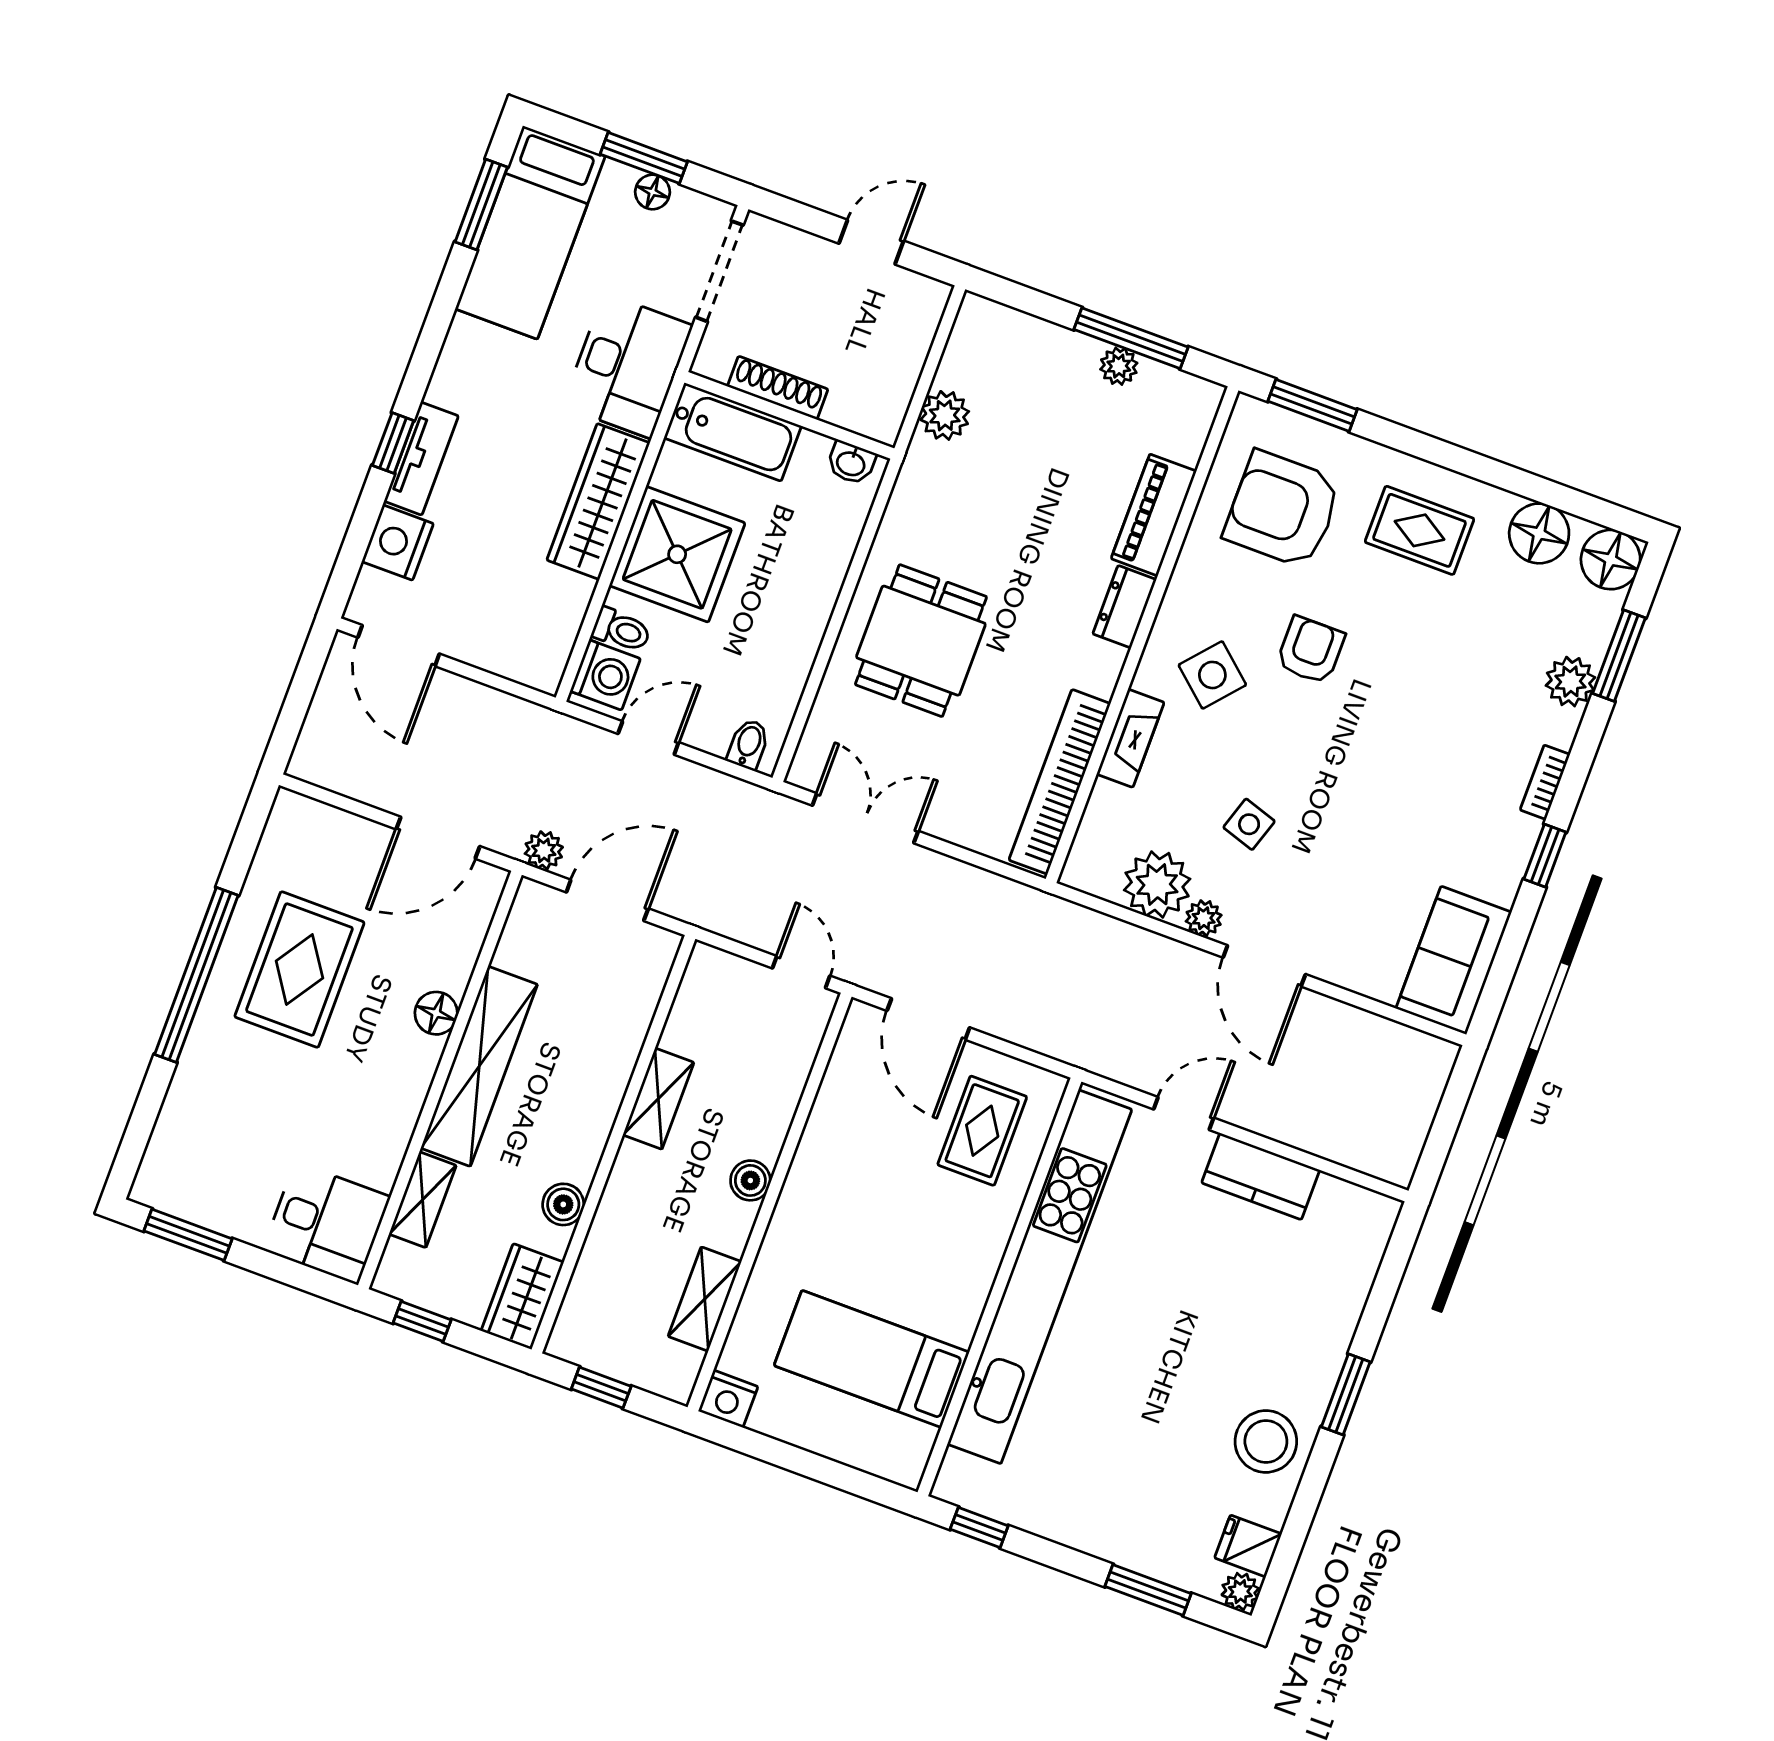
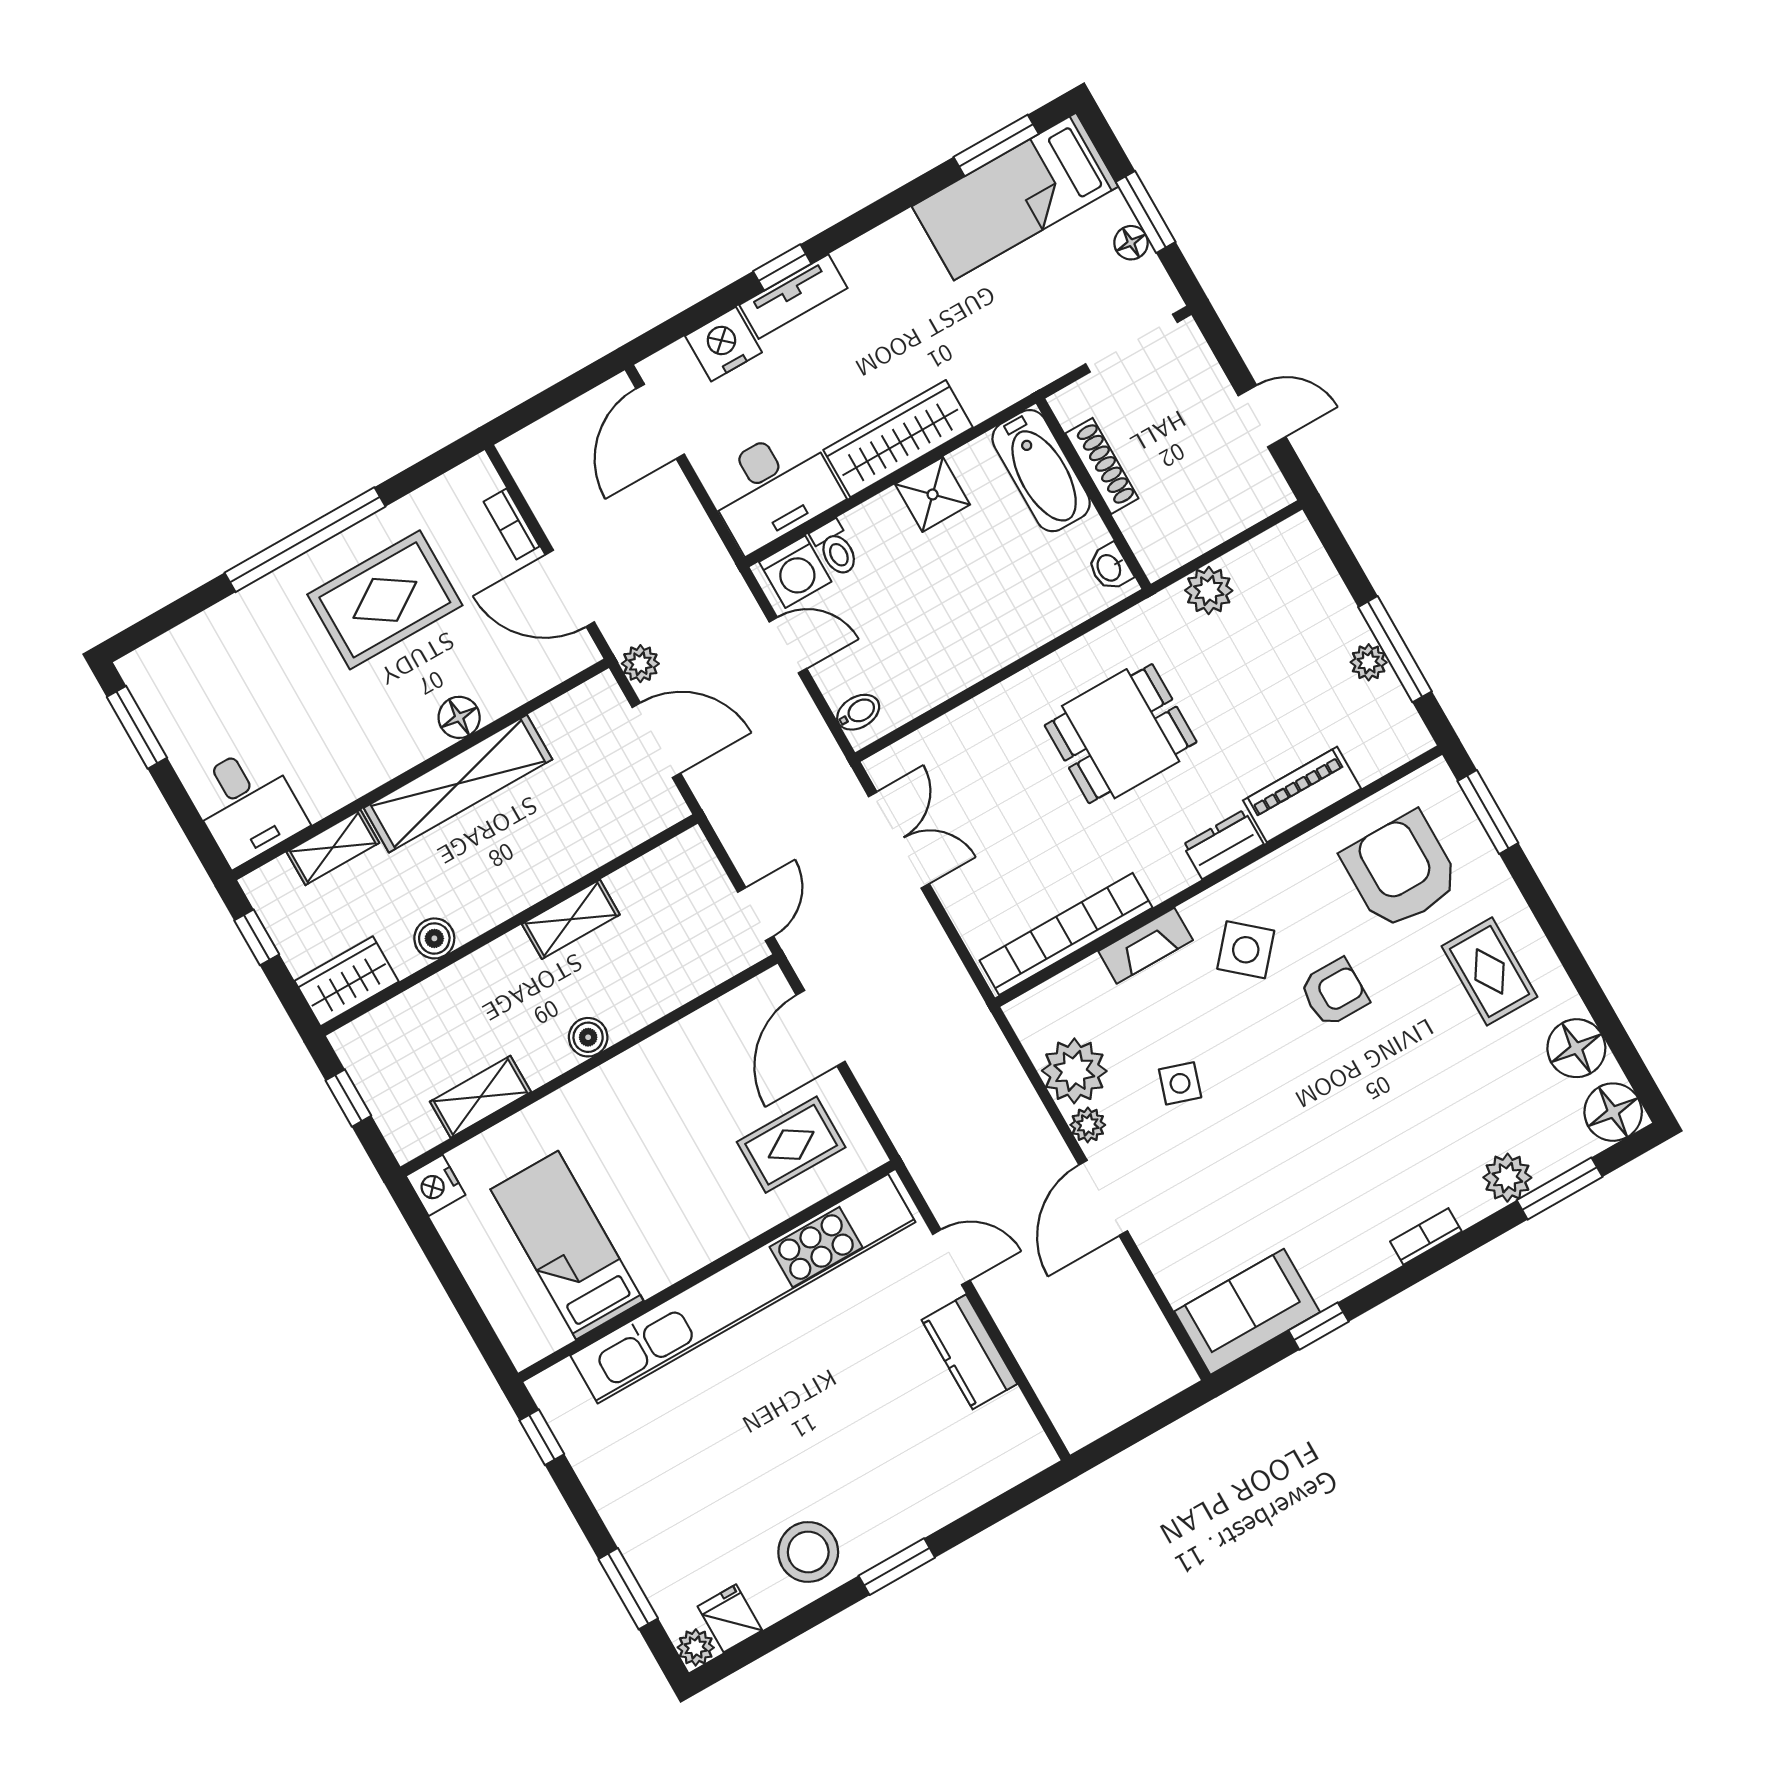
desk: (628, 366) -> (773, 488), moved
shower: (677, 554) -> (933, 494), width x0.54, depth x0.54
dining table: (921, 641) -> (1121, 734), moved
bookcase: (349, 826) -> (512, 524), added
window: (1545, 856) -> (1319, 1326), moved

